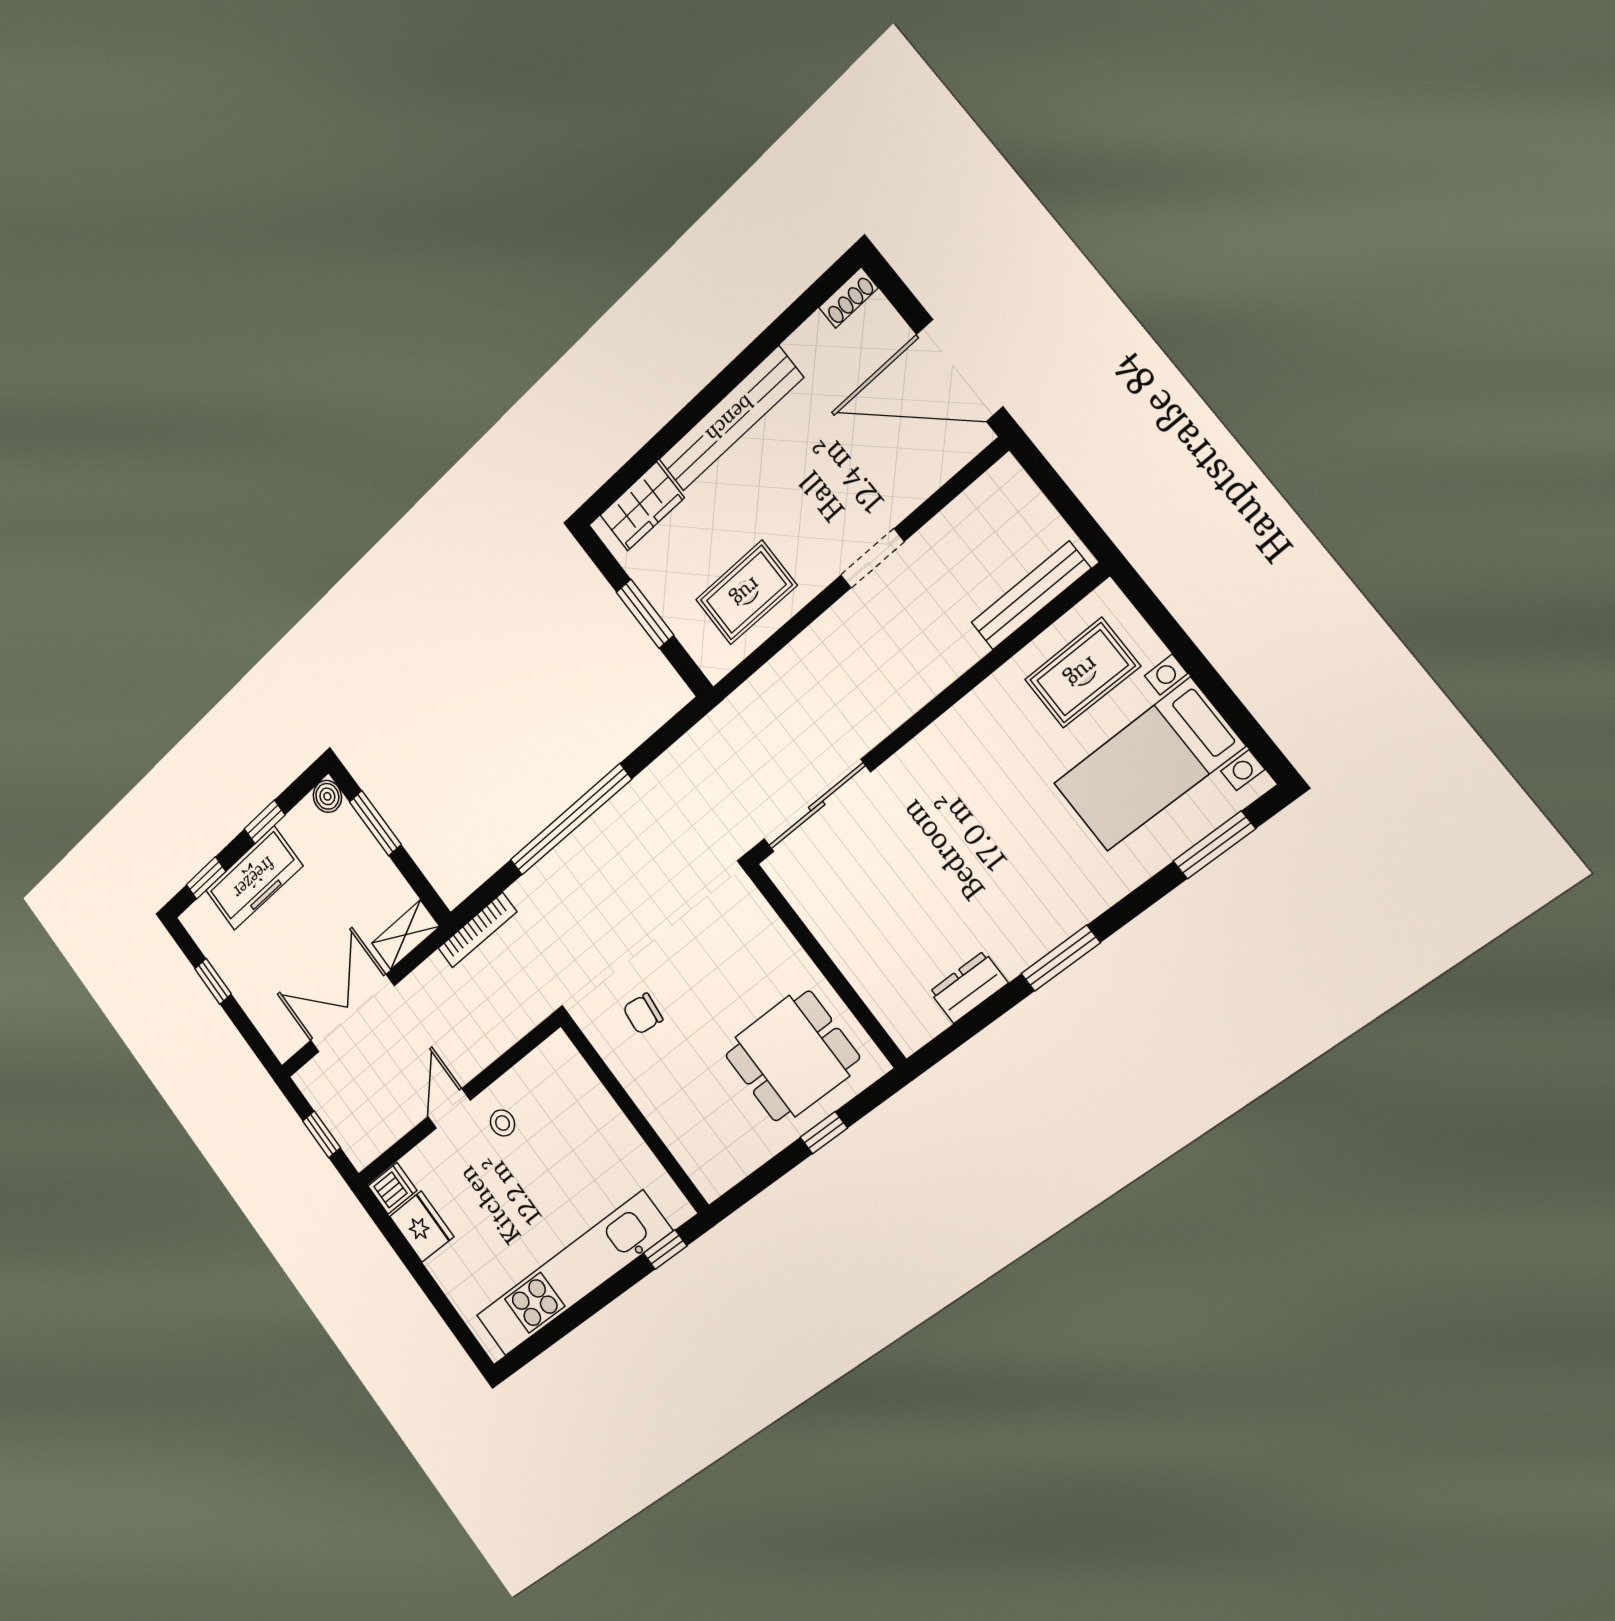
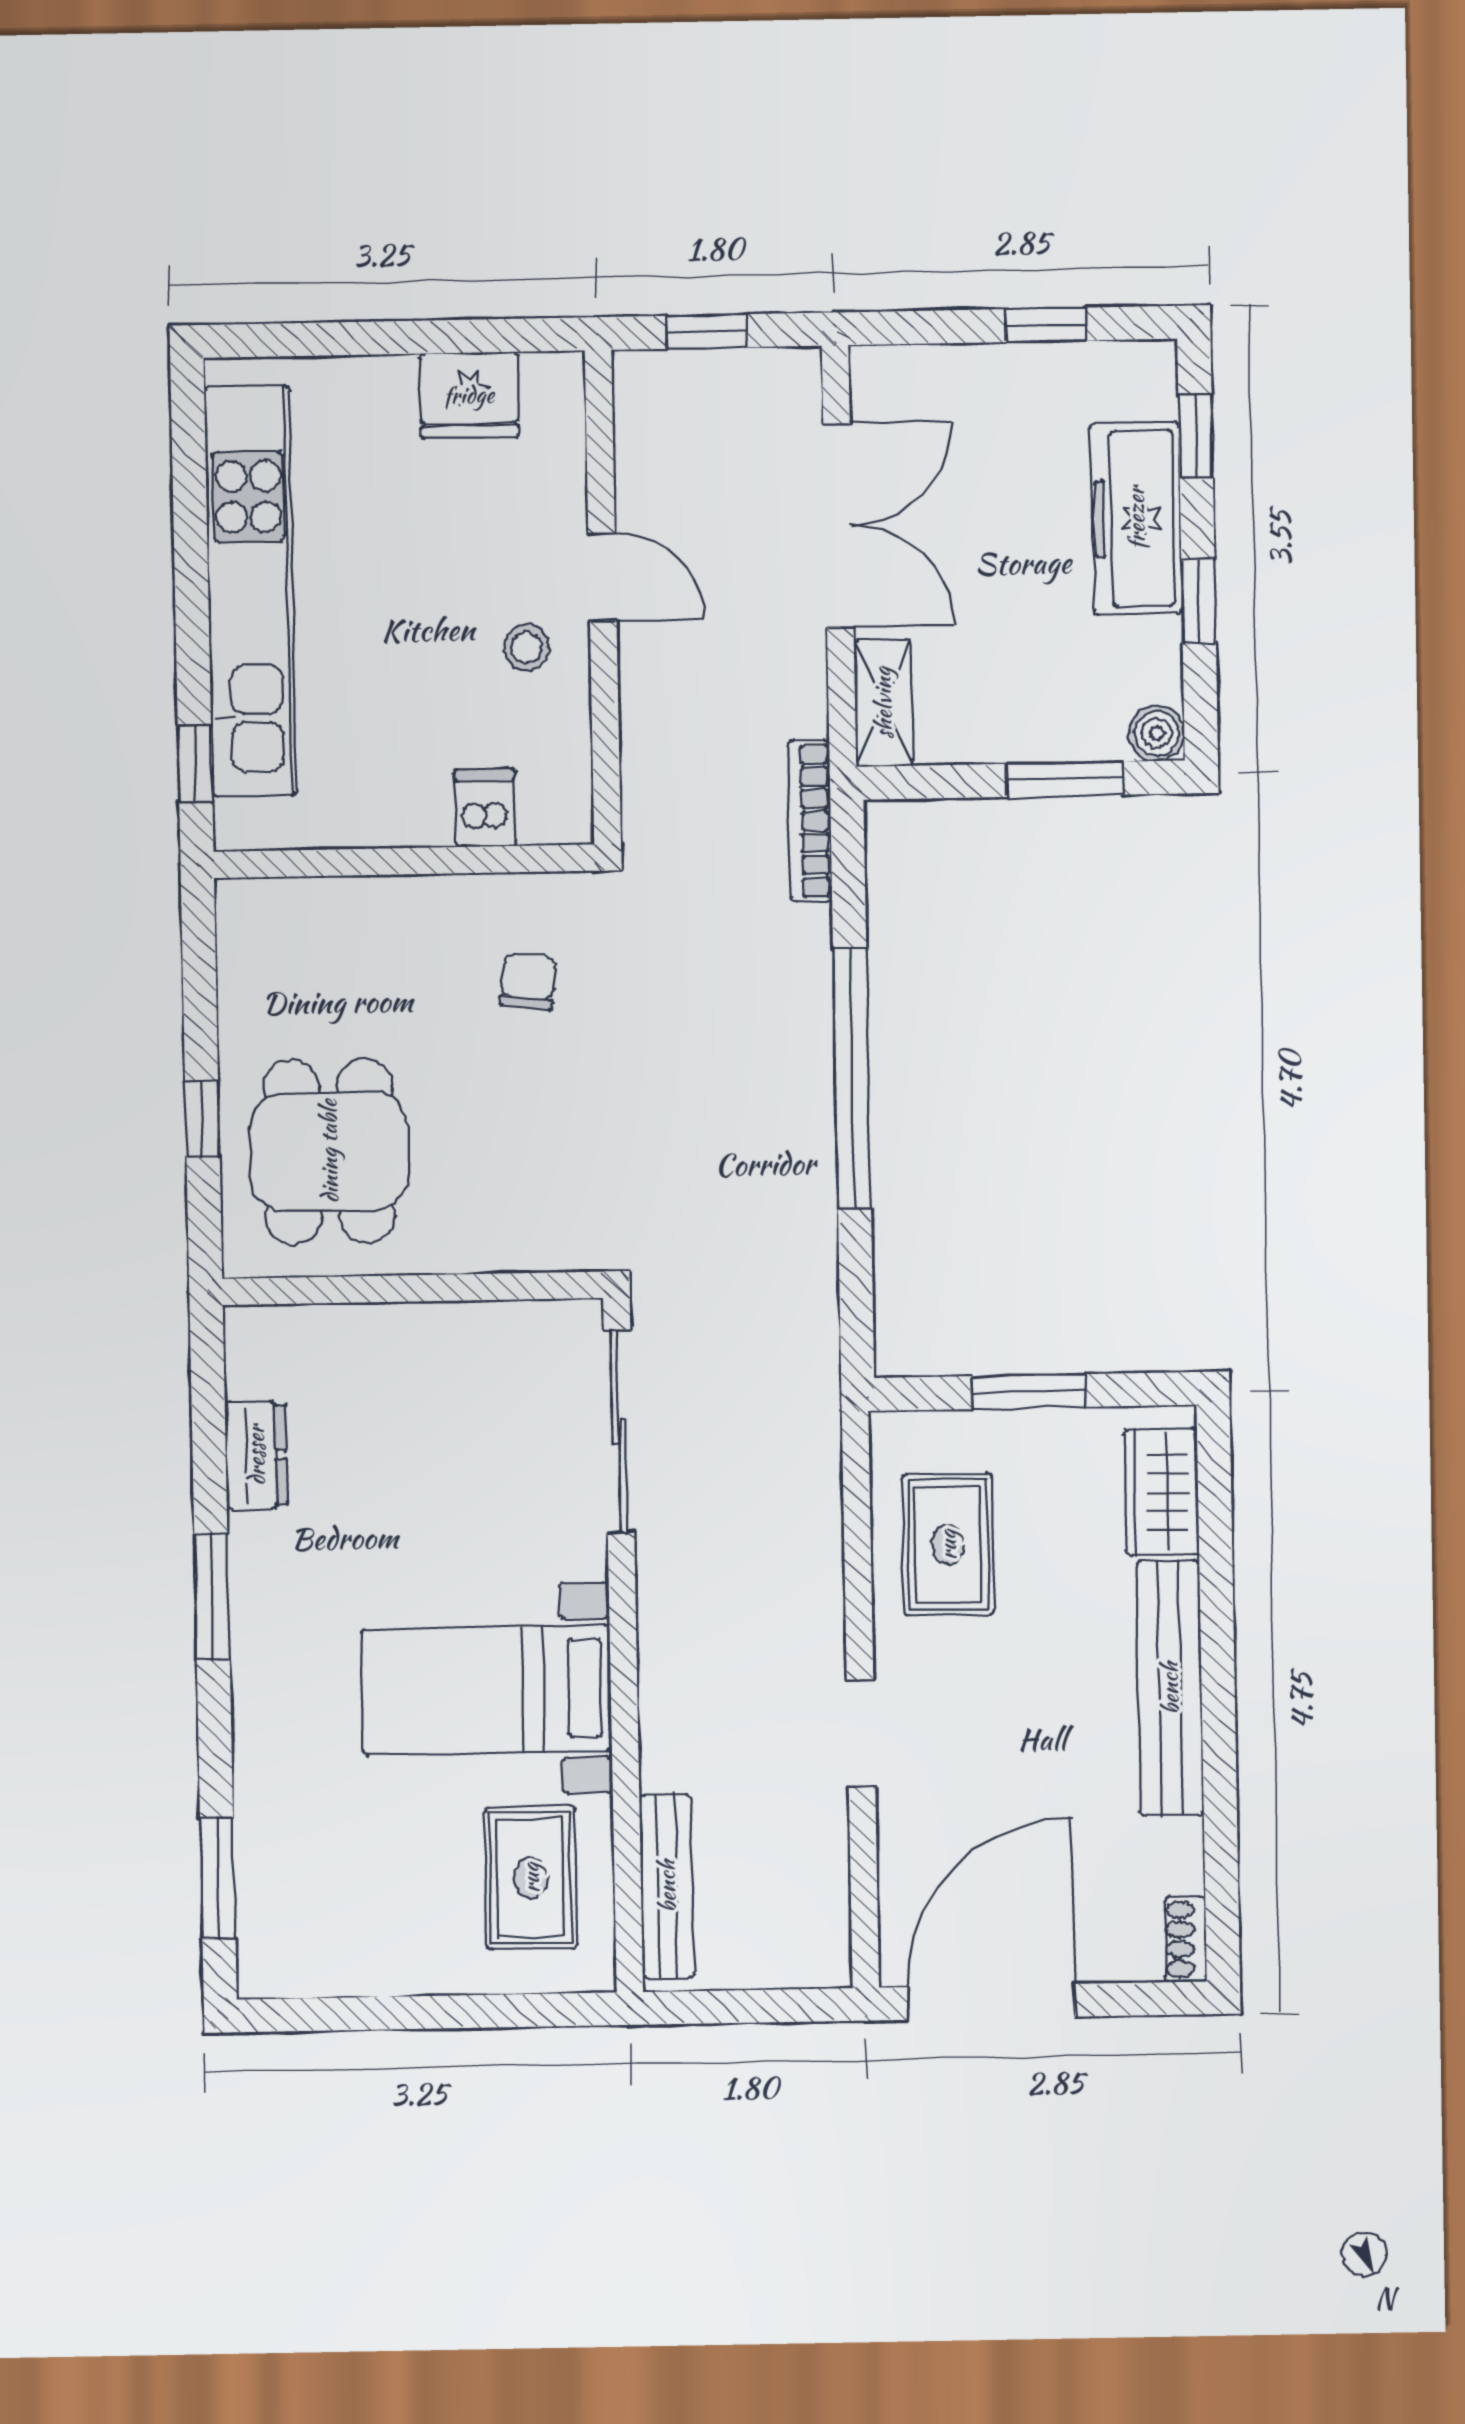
bed with nightstands: (1148, 765) -> (486, 1690), moved, turned -90
dishwasher: (392, 1188) -> (485, 808), moved, turned 180

